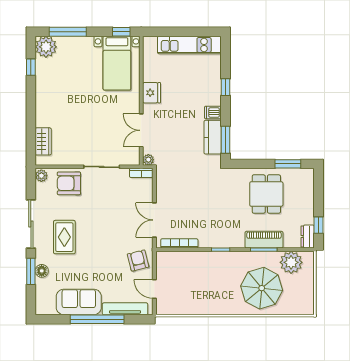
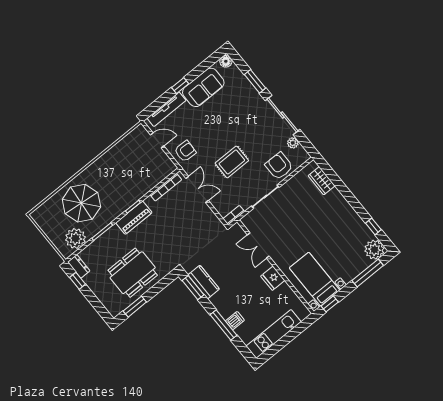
window: (226, 87) -> (223, 325), width x2.17
dishwasher: (213, 113) -> (235, 321), moved
double door: (141, 130) -> (258, 245), swing flipped
plant: (148, 160) -> (236, 229), removed
plant: (41, 176) -> (293, 143), moved
armchair: (69, 183) -> (279, 166), turned -90
dining table: (266, 194) -> (133, 273), width x1.38
rug: (64, 237) -> (232, 162), moved, turned 90
piano: (264, 240) -> (134, 218), moved
armchair: (138, 260) -> (185, 151), turned -74
floor lamp: (42, 271) -> (226, 61), moved
window: (97, 319) -> (180, 86), width x0.32

